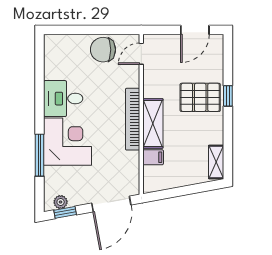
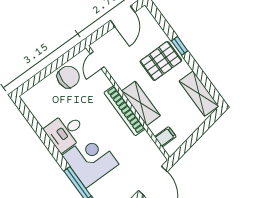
chair: (103, 50) -> (68, 77), turned 180
filing cabinet: (153, 157) -> (165, 137), moved
shelving: (216, 162) -> (199, 94), width x1.50, depth x1.33

